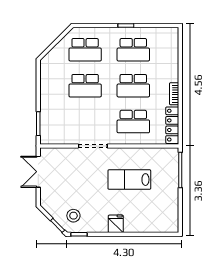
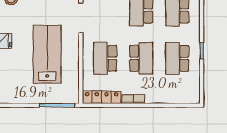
school desk: (133, 86) -> (141, 58), turned 180
lab bench: (129, 180) -> (47, 54), width x1.36, depth x1.39

